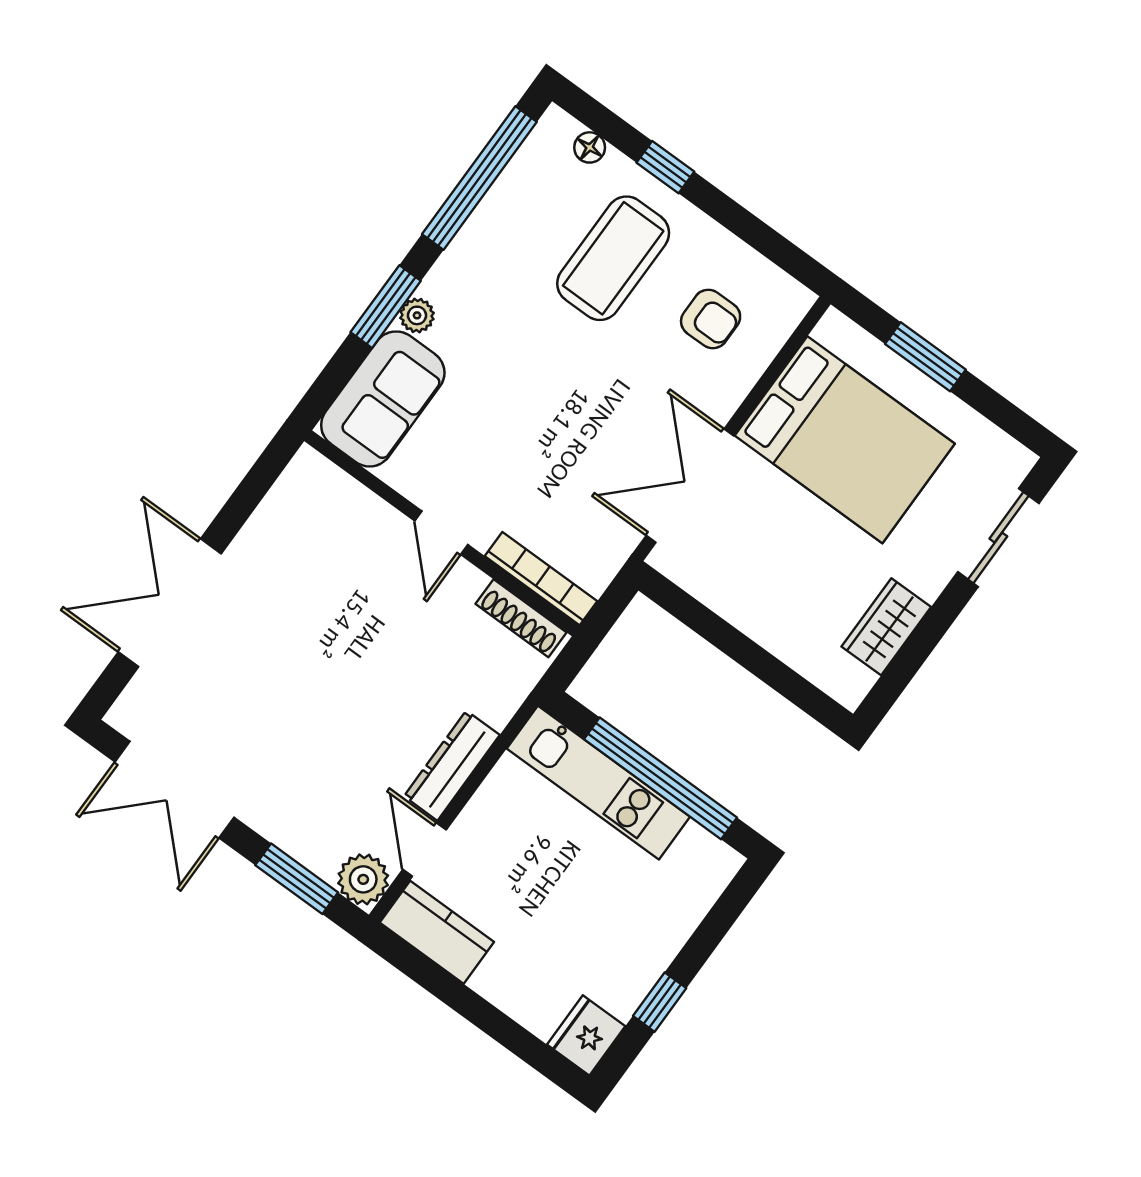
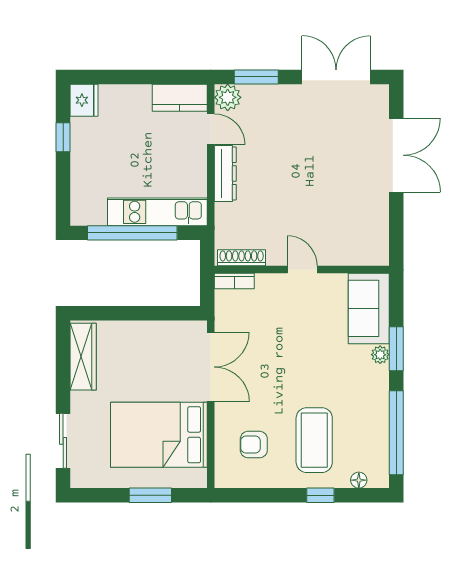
bookcase: (541, 579) -> (234, 281), width x0.64
wardrobe: (886, 627) -> (83, 357), width x1.50

